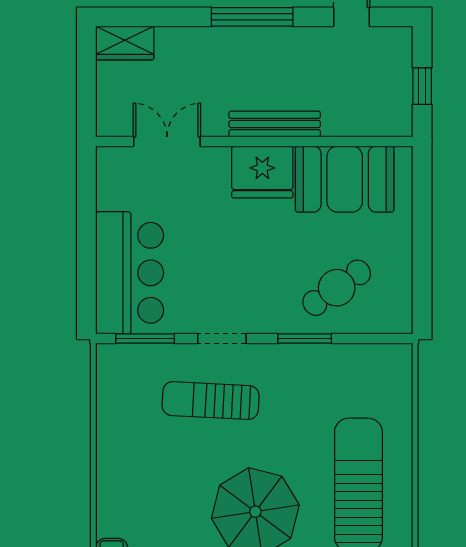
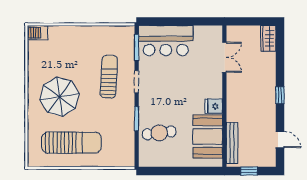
window: (252, 17) -> (280, 95), width x0.46
bench: (275, 124) -> (232, 143), moved
fridge: (262, 172) -> (214, 106), width x0.53, depth x0.75
cafe table: (337, 288) -> (159, 133), turned -62

